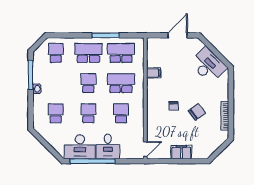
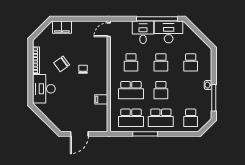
desk: (208, 65) -> (44, 89), moved, turned 45
filing cabinet: (181, 152) -> (62, 27), moved

